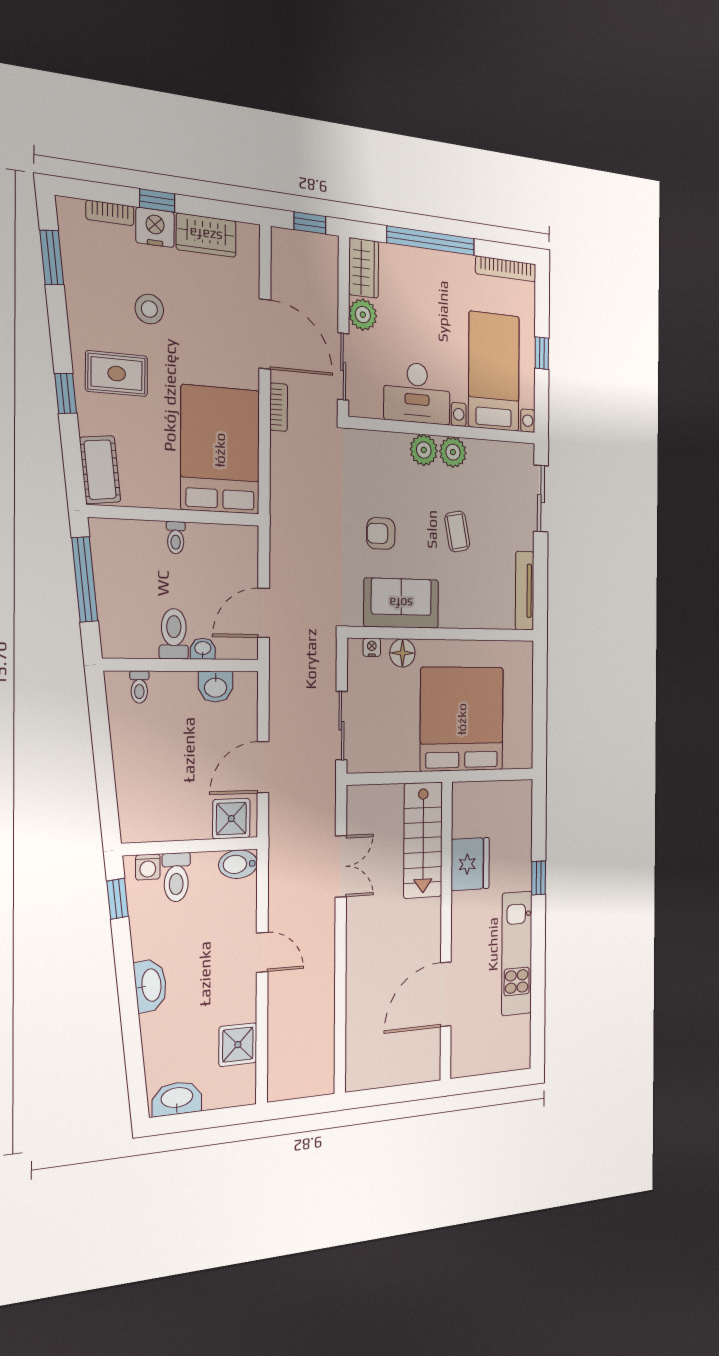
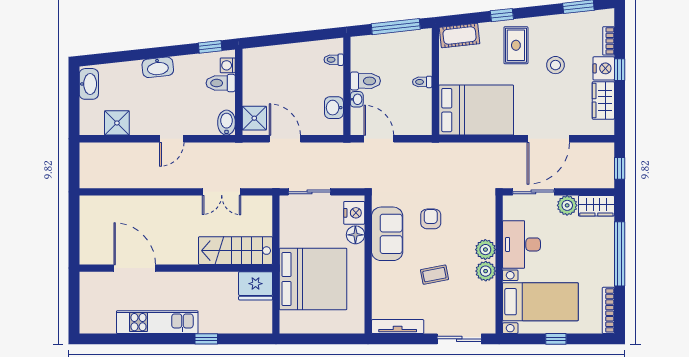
bookcase: (279, 407) -> (505, 148), removed
nightstand: (372, 647) -> (354, 213), width x1.89, depth x1.79
fridge: (470, 864) -> (256, 286), moved

